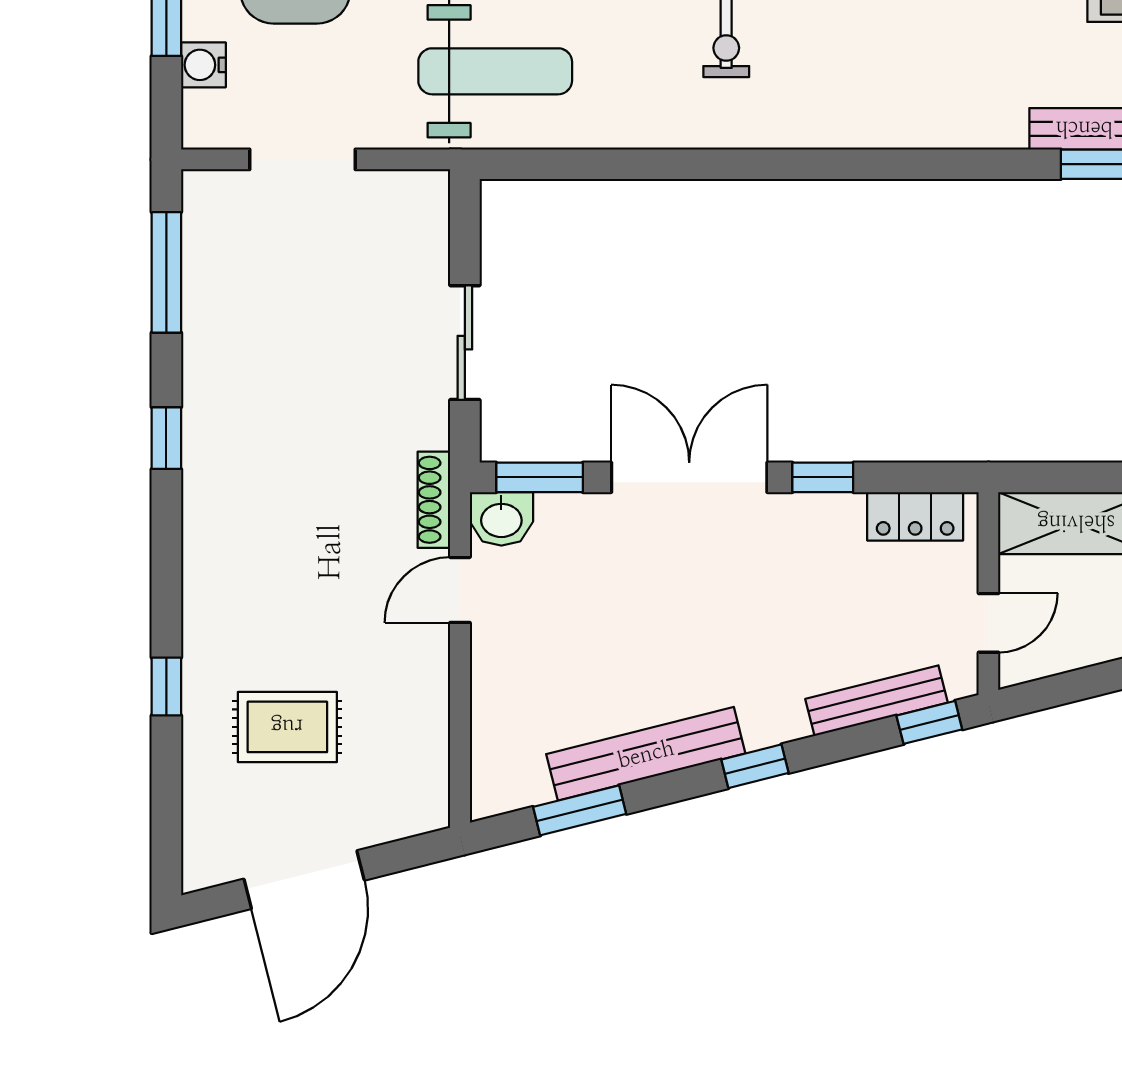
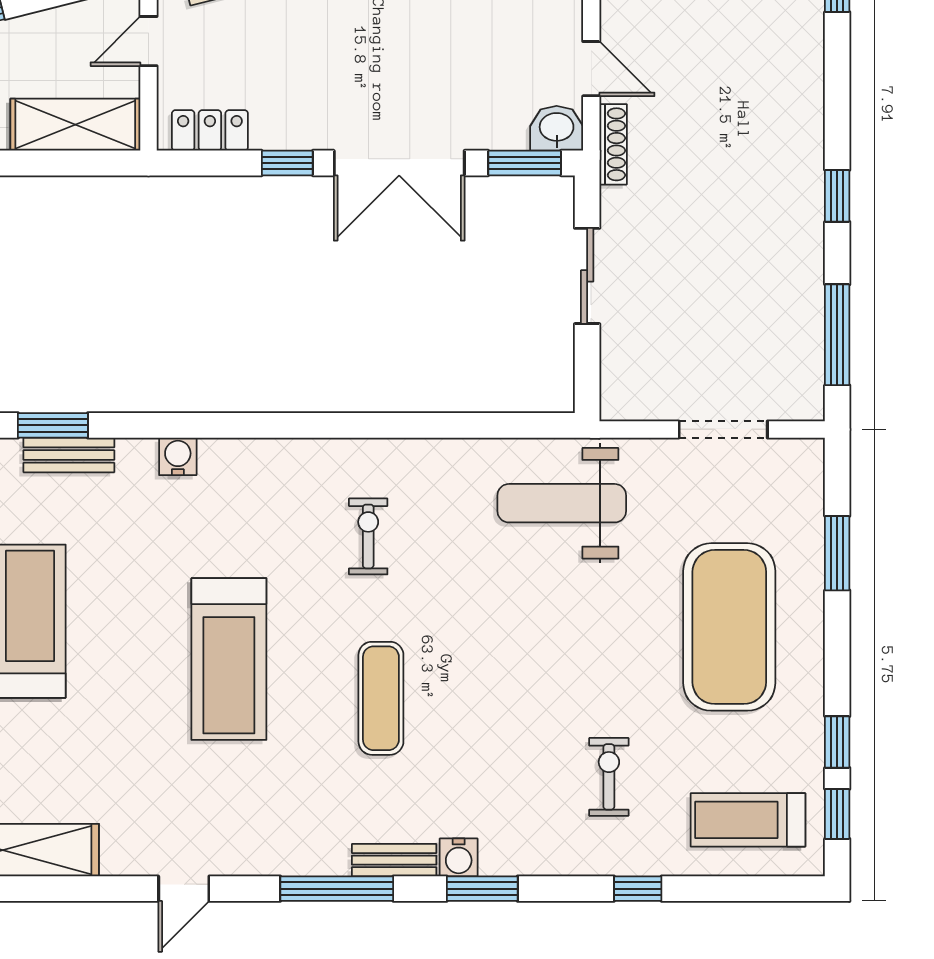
water cooler: (203, 65) -> (178, 456), moved, turned -90
door: (460, 590) -> (591, 69), hinge flipped

